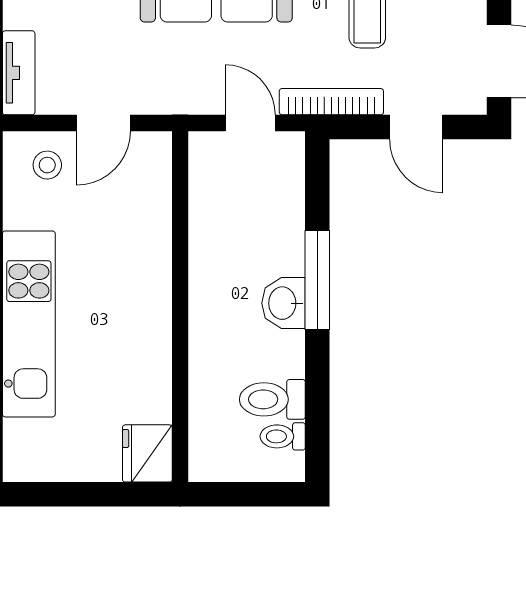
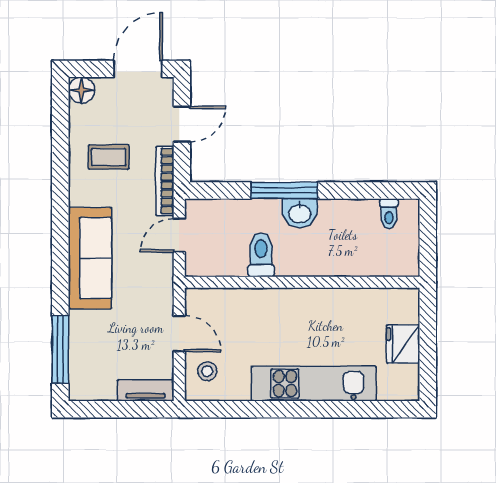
toilet: (272, 399) -> (261, 255), moved, turned 180
fridge: (147, 453) -> (403, 344), moved, turned 90

